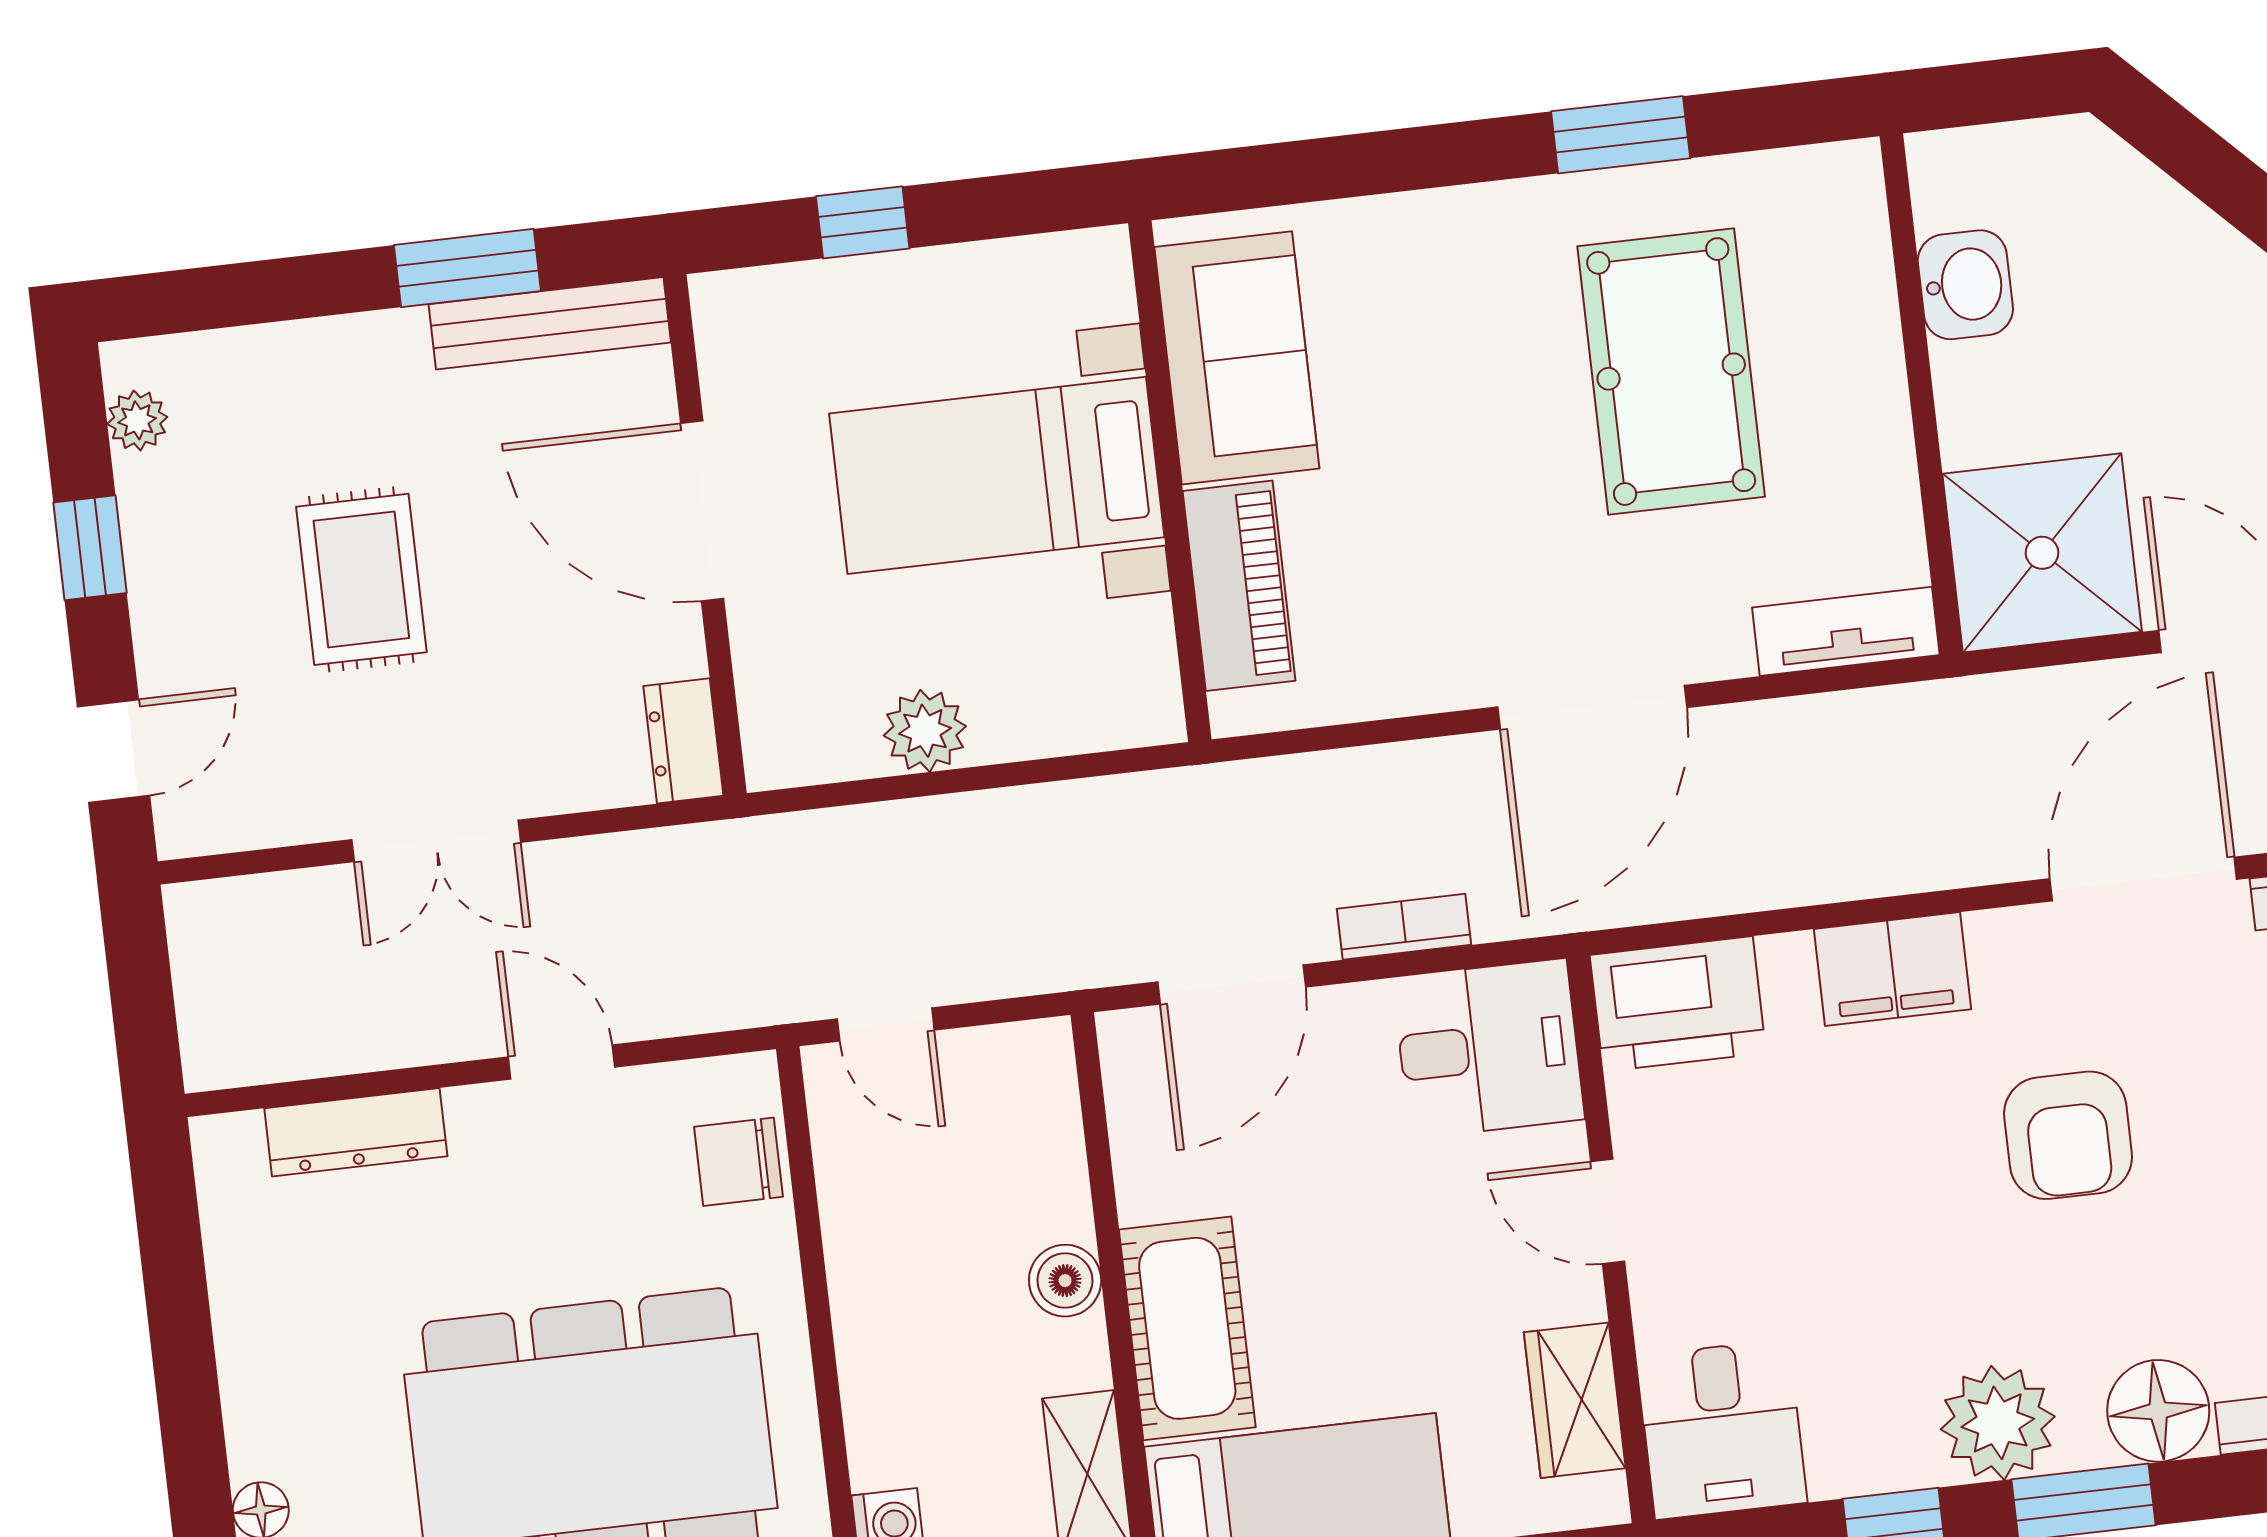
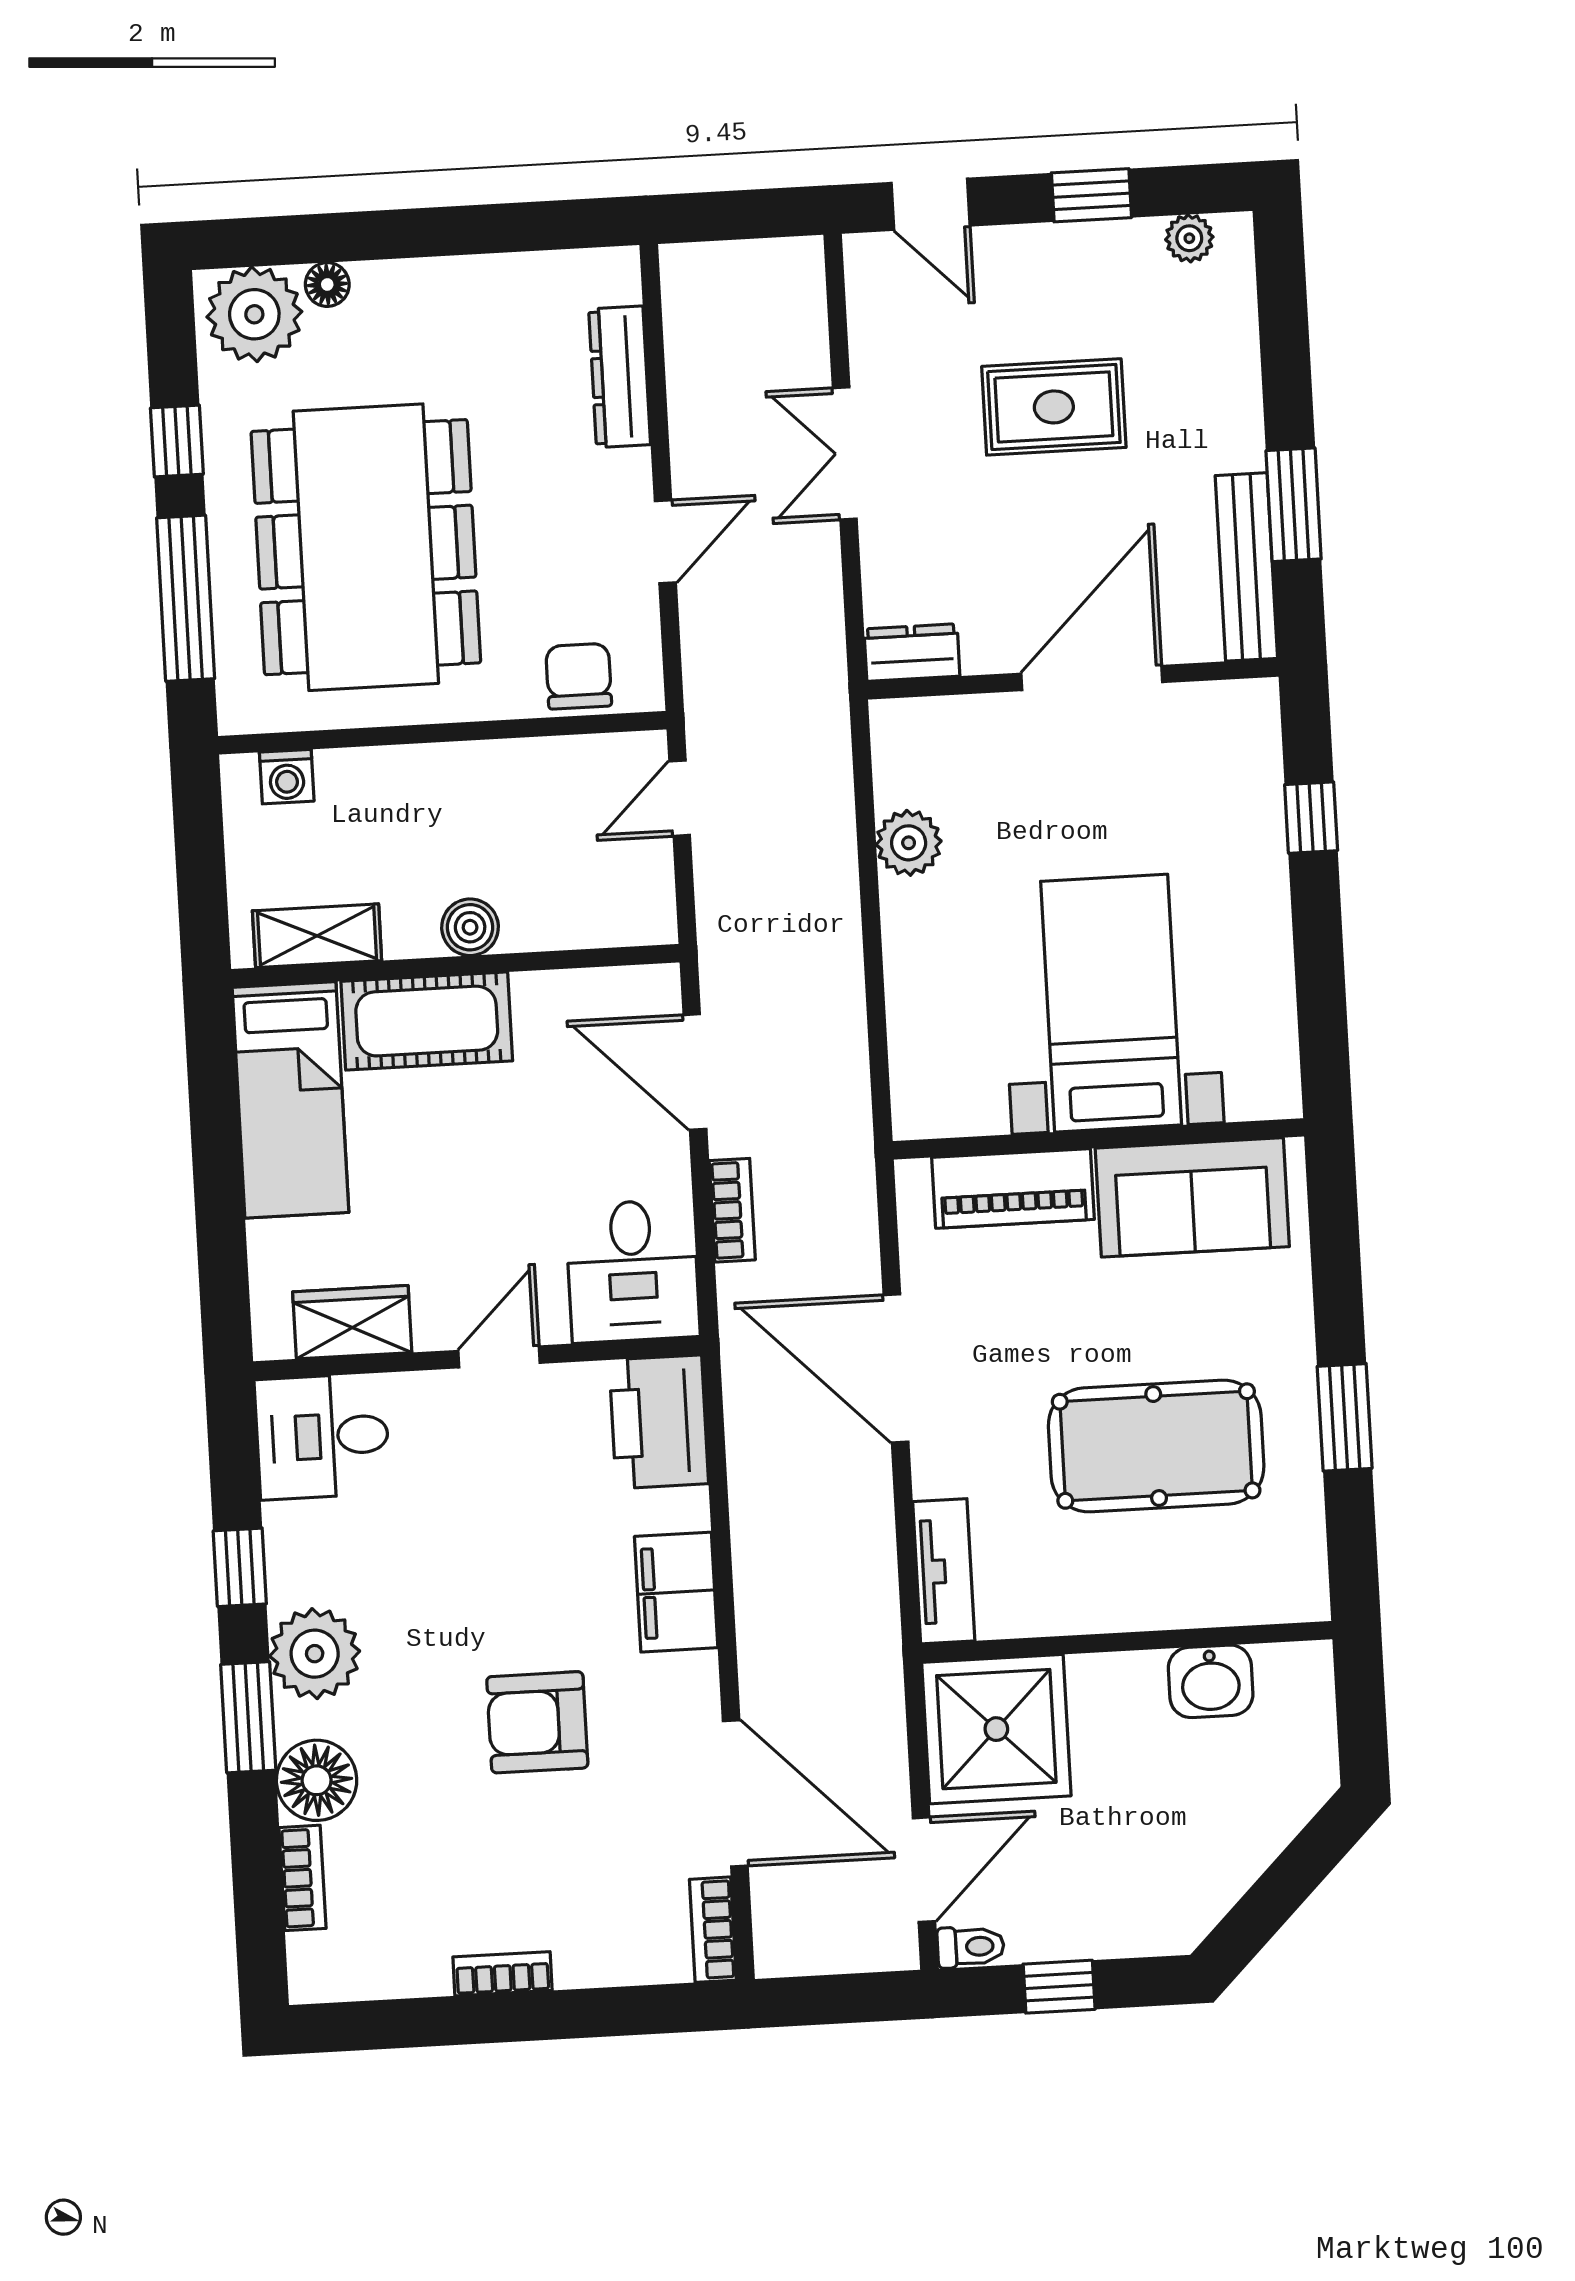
sofa: (1237, 358) -> (1192, 1197), moved
bed with nightstands: (997, 475) -> (1111, 1003), moved
wall: (1170, 481) -> (1098, 1139), moved
piano: (1239, 586) -> (1013, 1188), moved

